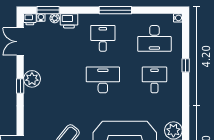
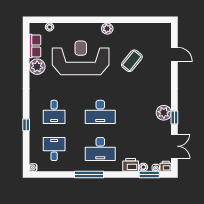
desk: (103, 38) -> (100, 149), width x1.37
desk: (154, 38) -> (54, 149), width x0.73
window: (20, 86) -> (174, 117), moved

